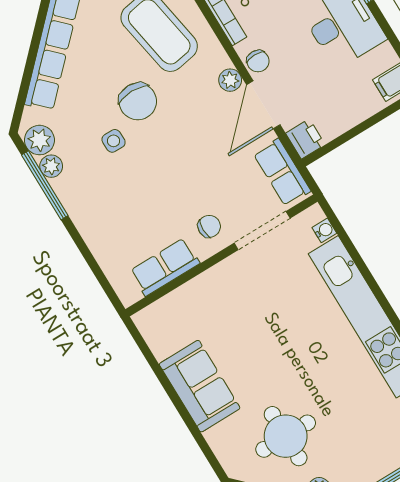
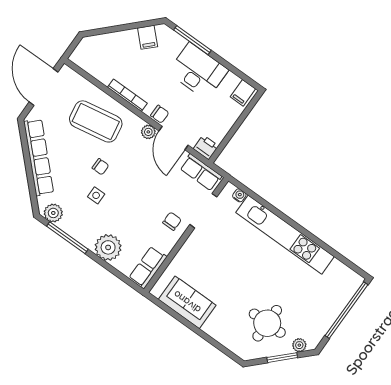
chair: (138, 101) -> (100, 167), width x0.54, depth x0.54
plant: (51, 166) -> (108, 247), moved, width x1.88, depth x1.88
row of seats: (165, 267) -> (148, 267), moved
sofa: (200, 386) -> (187, 302), moved

